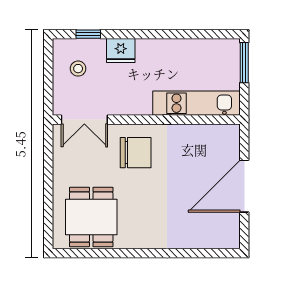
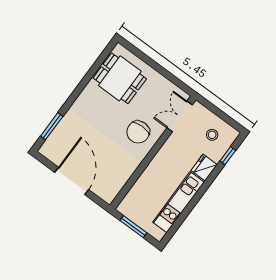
window: (244, 63) -> (133, 227), moved
kitchen unit: (197, 103) -> (179, 202), moved, turned 180
window: (200, 253) -> (52, 126), added

